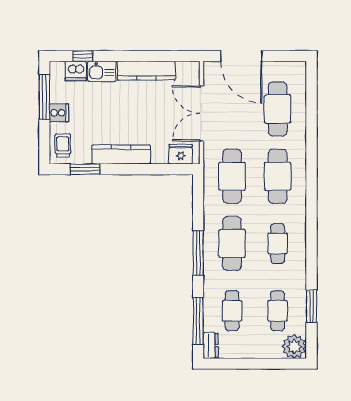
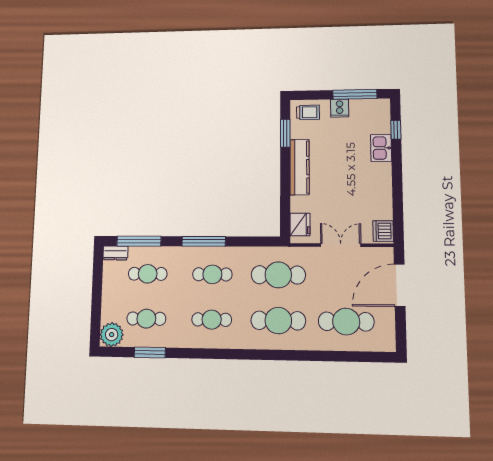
dishwasher: (76, 71) -> (383, 231), moved
kitchen counter: (146, 71) -> (383, 191), removed
double door: (202, 113) -> (341, 245), width x0.73
cafe table: (232, 243) -> (212, 274), width x0.73, depth x0.74

